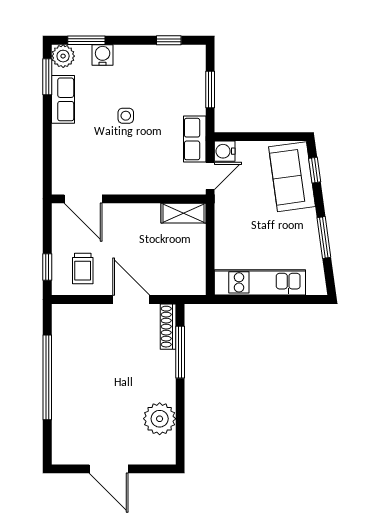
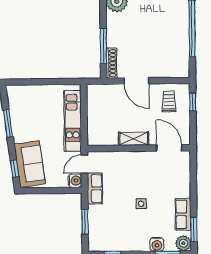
shelving: (183, 213) -> (134, 139), moved
kitchen unit: (260, 282) -> (73, 121), moved, turned 90

